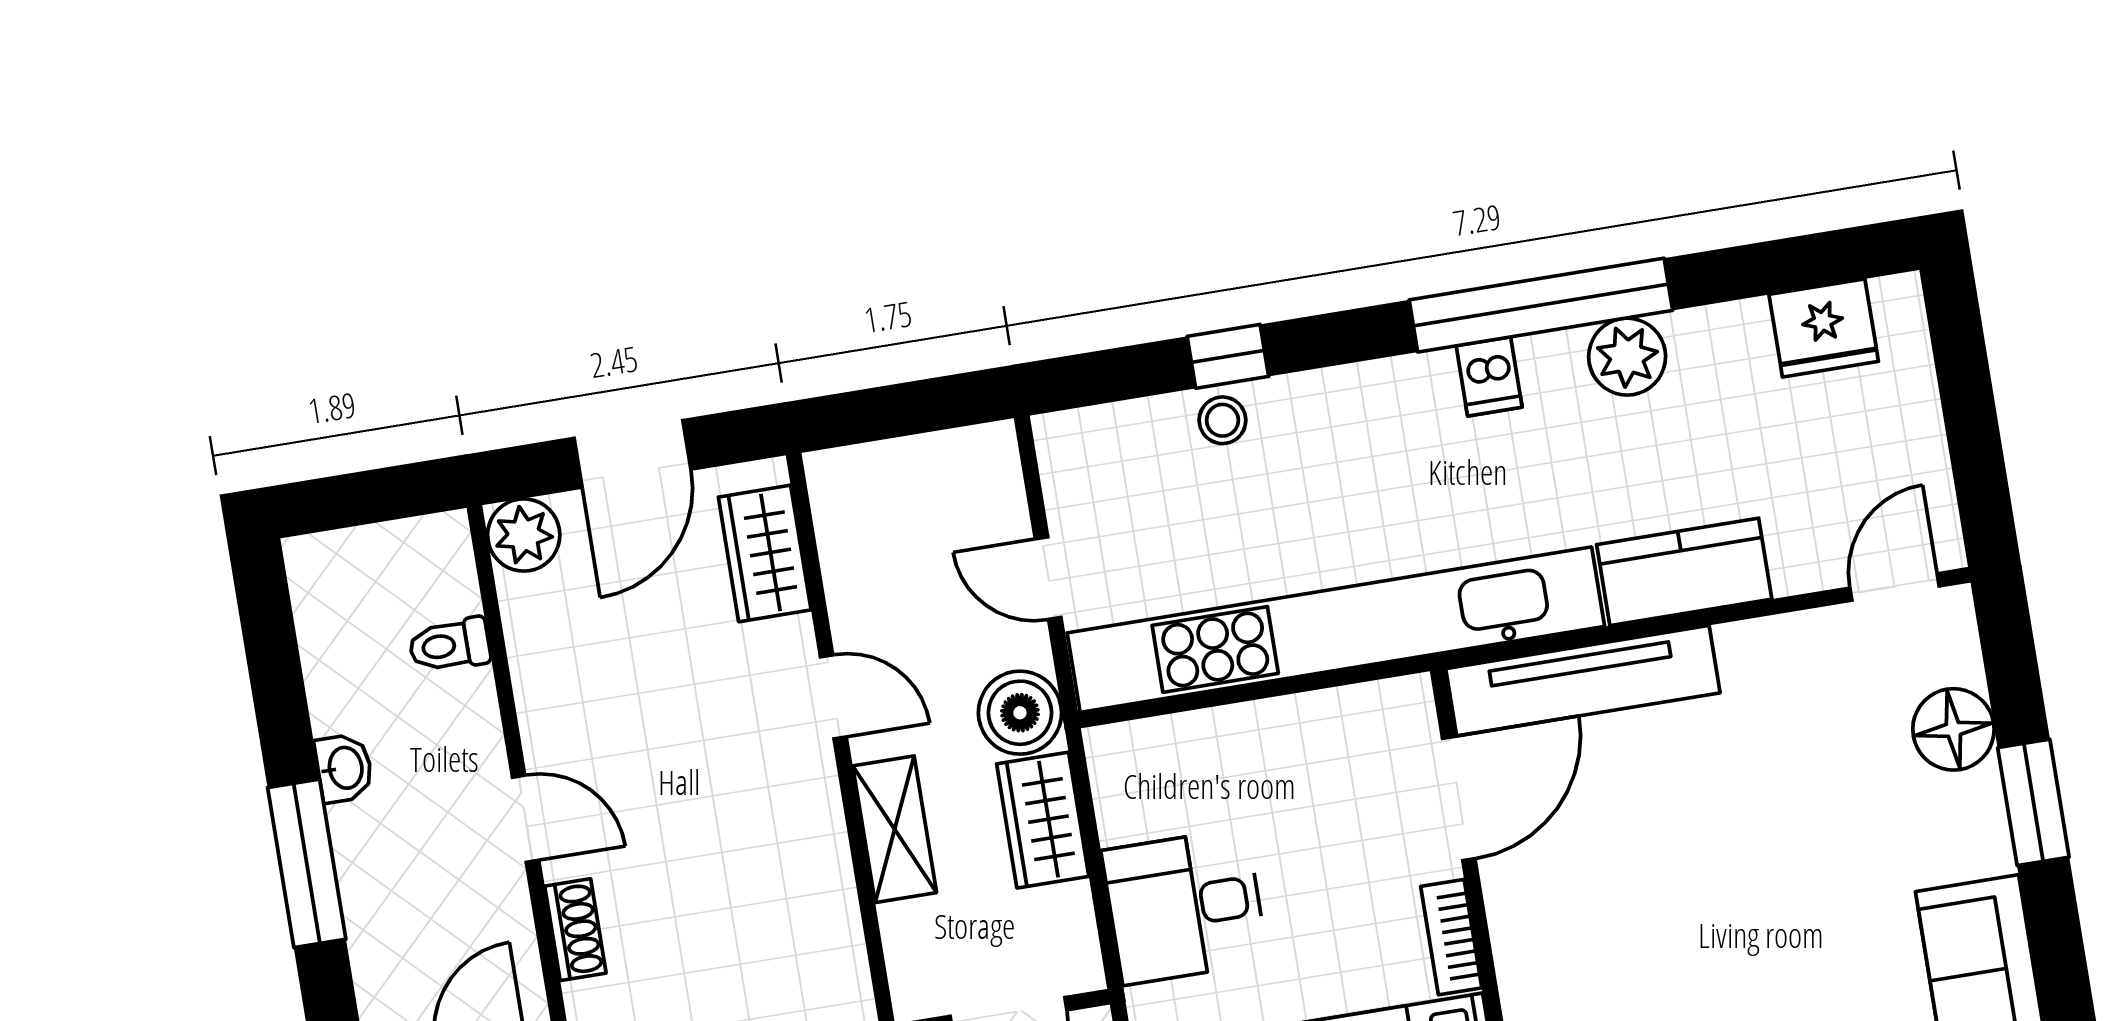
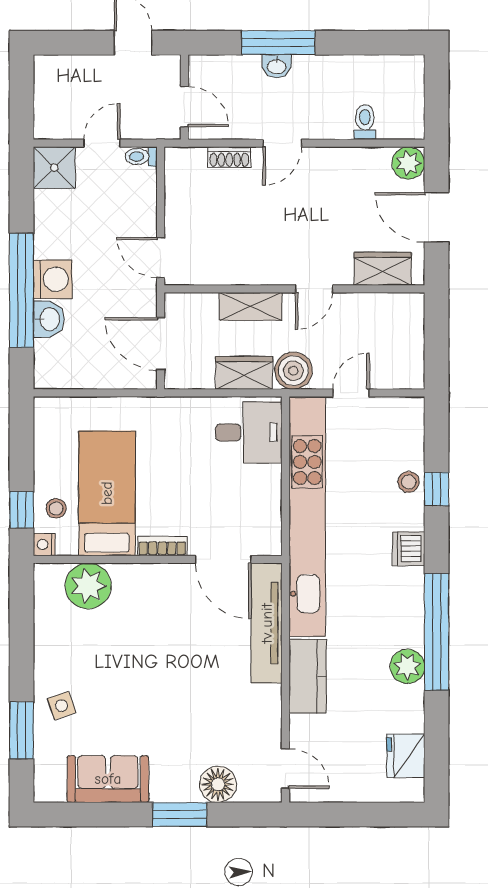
dishwasher: (1489, 376) -> (409, 549), moved, width x1.38
washbasin: (344, 768) -> (277, 66), moved
desk: (1185, 906) -> (249, 432), moved, turned 90

